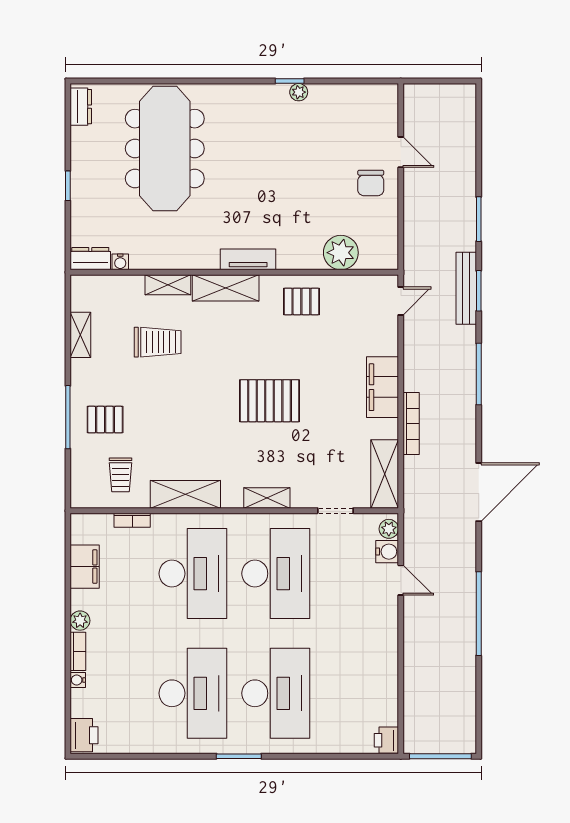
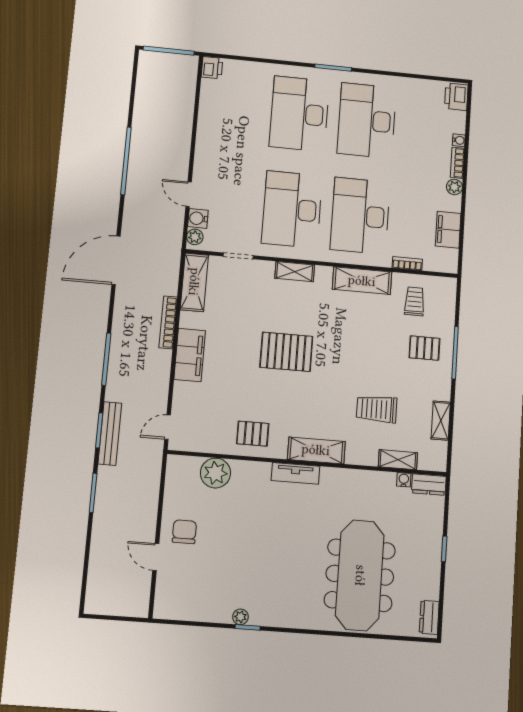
shelving: (168, 285) -> (398, 460), moved

